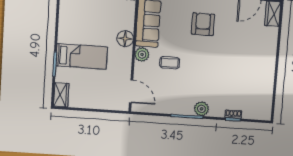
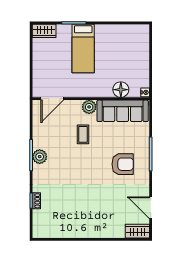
floor lamp: (125, 39) -> (121, 90), moved
plant: (202, 109) -> (40, 157), moved

